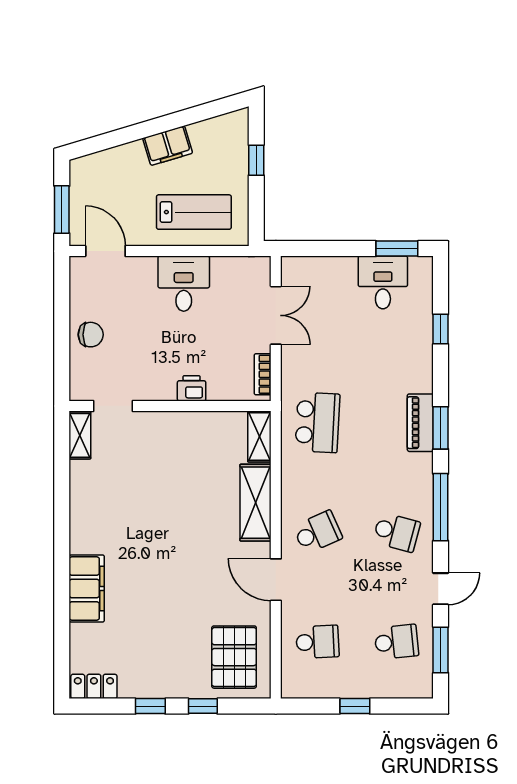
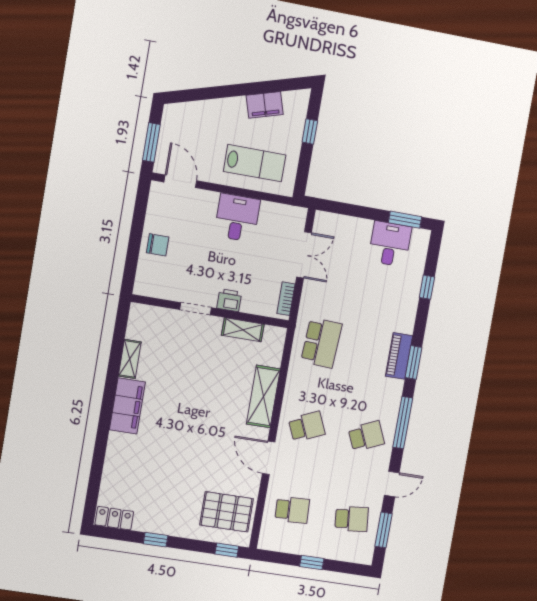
filing cabinet: (168, 146) -> (265, 105), moved
doorway: (113, 406) -> (196, 309), moved
shelving: (80, 435) -> (130, 359), moved
shelving: (259, 436) -> (243, 330), moved, turned 90
school desk: (396, 532) -> (366, 436), turned -39
filing cabinet: (87, 589) -> (127, 406), moved
pallet: (234, 657) -> (227, 512), turned 90
window: (203, 706) -> (227, 550), moved

